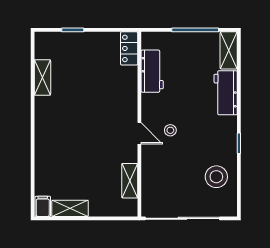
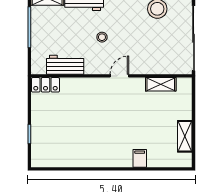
shelving: (43, 77) -> (71, 160), removed
stool: (170, 130) -> (102, 37), moved
filing cabinet: (43, 206) -> (140, 158), moved, turned 90

